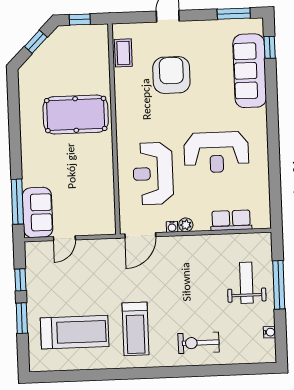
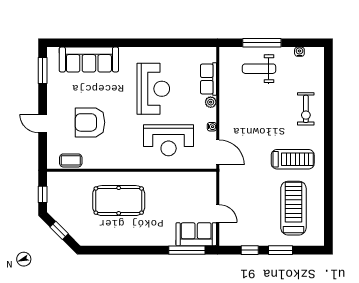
window: (270, 47) -> (71, 43), removed
pool table: (76, 114) -> (119, 201), turned 90
plant: (186, 225) -> (211, 102), moved

